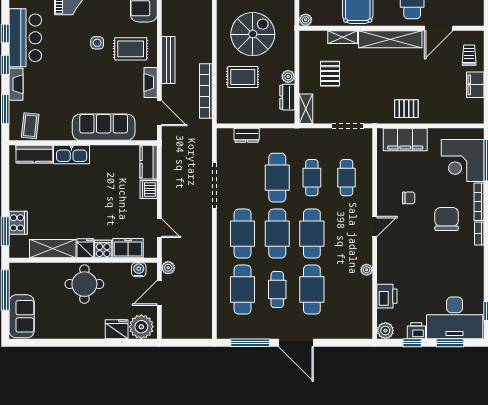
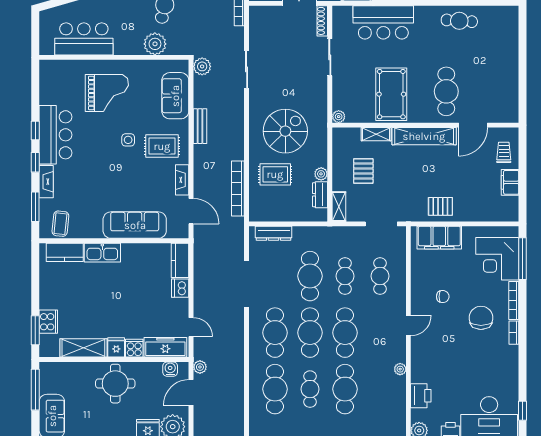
bench: (168, 60) -> (200, 126), moved, width x0.73
dresser: (247, 135) -> (274, 233), width x1.44
freezer: (128, 248) -> (165, 347), width x1.40

